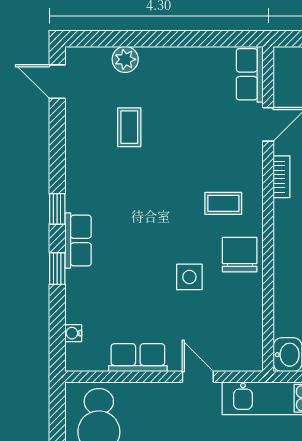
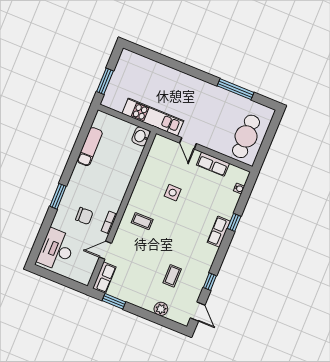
window: (215, 39) -> (114, 301), added
window: (57, 209) -> (210, 282), moved
chair: (240, 255) -> (144, 194), removed

